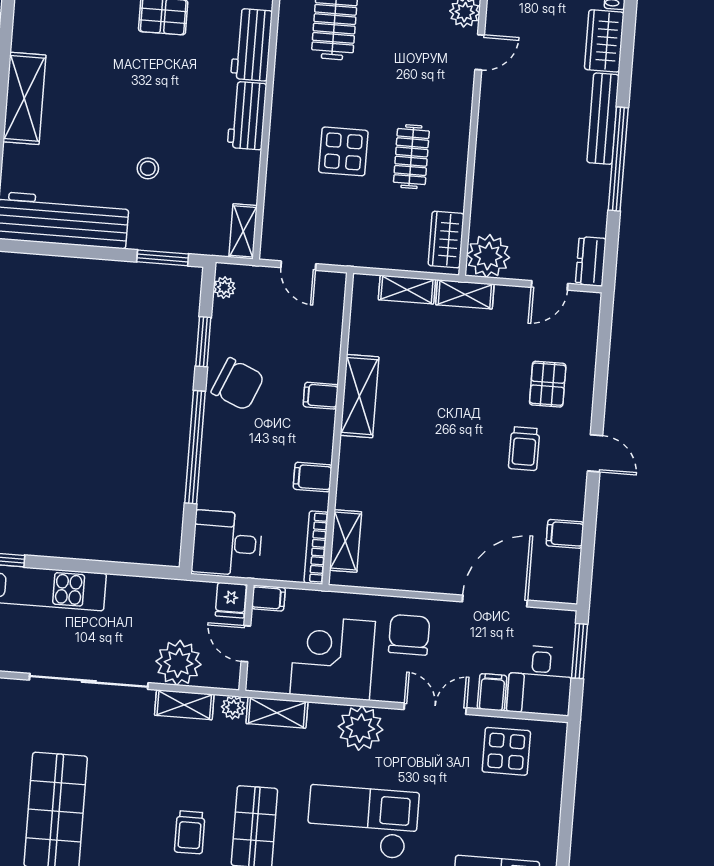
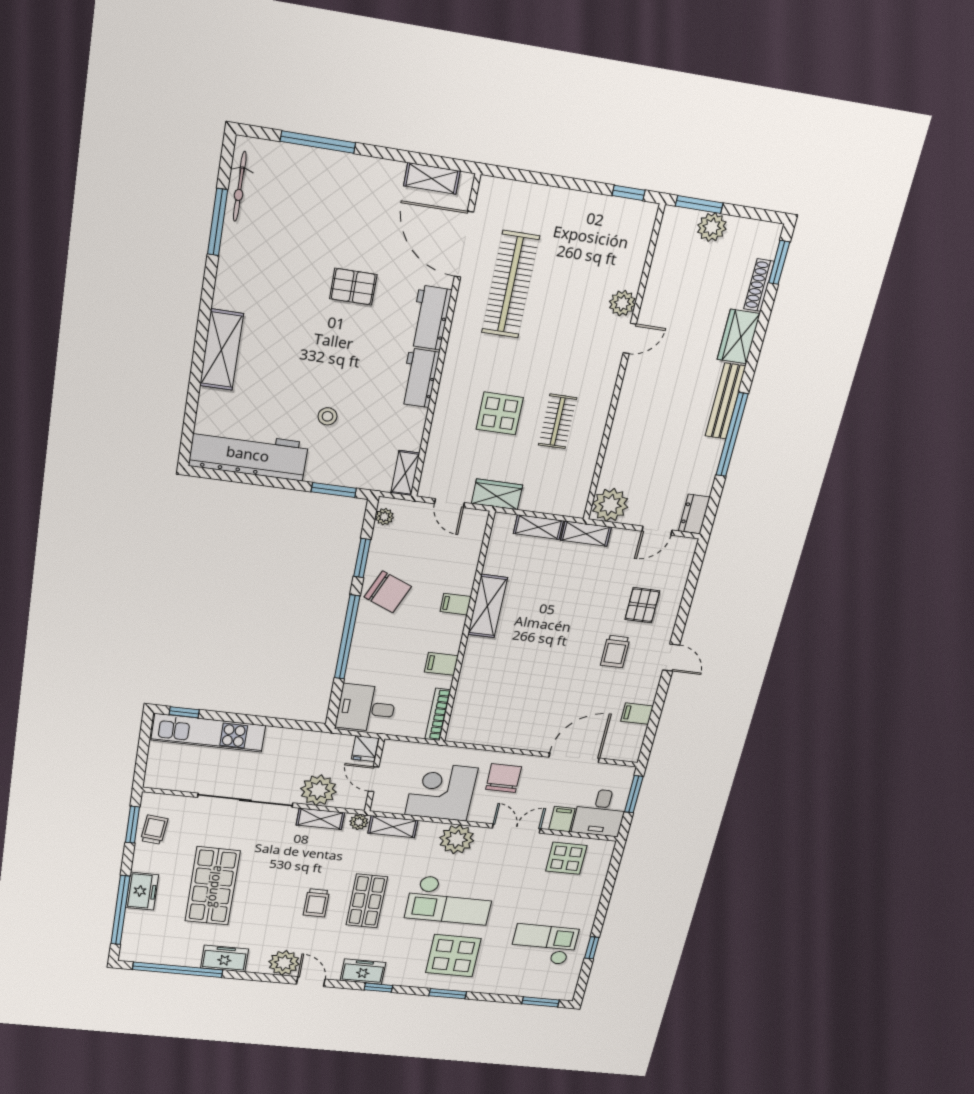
wardrobe: (446, 240) -> (497, 494), moved, turned 90
shelving: (345, 541) -> (462, 711), removed
filing cabinet: (268, 598) -> (395, 748), removed
checkout: (363, 822) -> (450, 900), turned 180

